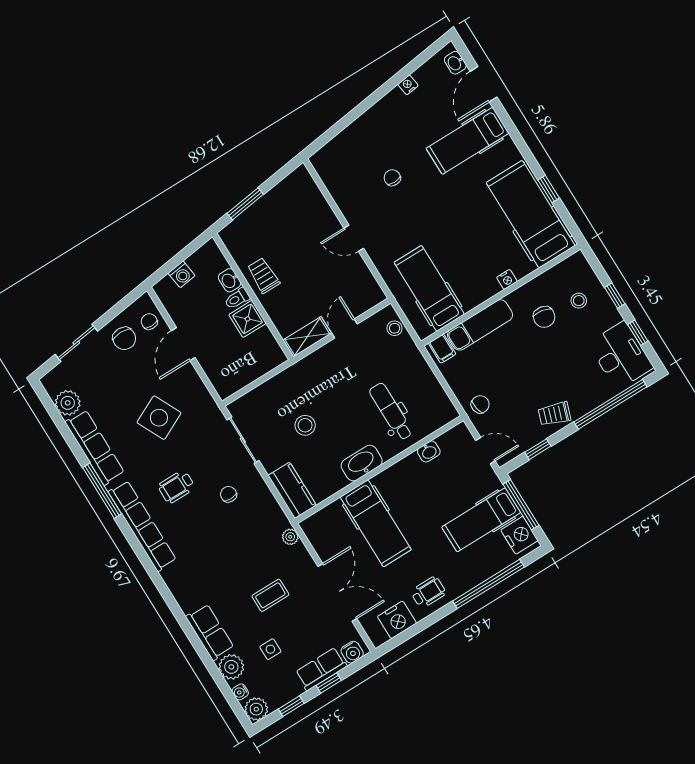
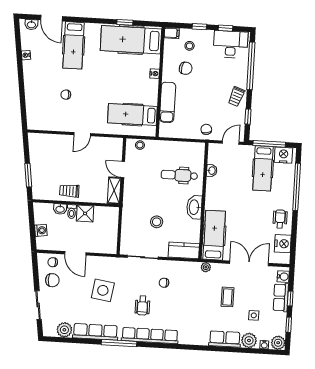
filing cabinet: (442, 349) -> (172, 33), moved
side table: (159, 418) -> (103, 290), turned 35
hospital bed: (376, 523) -> (214, 235), moved, turned -90

